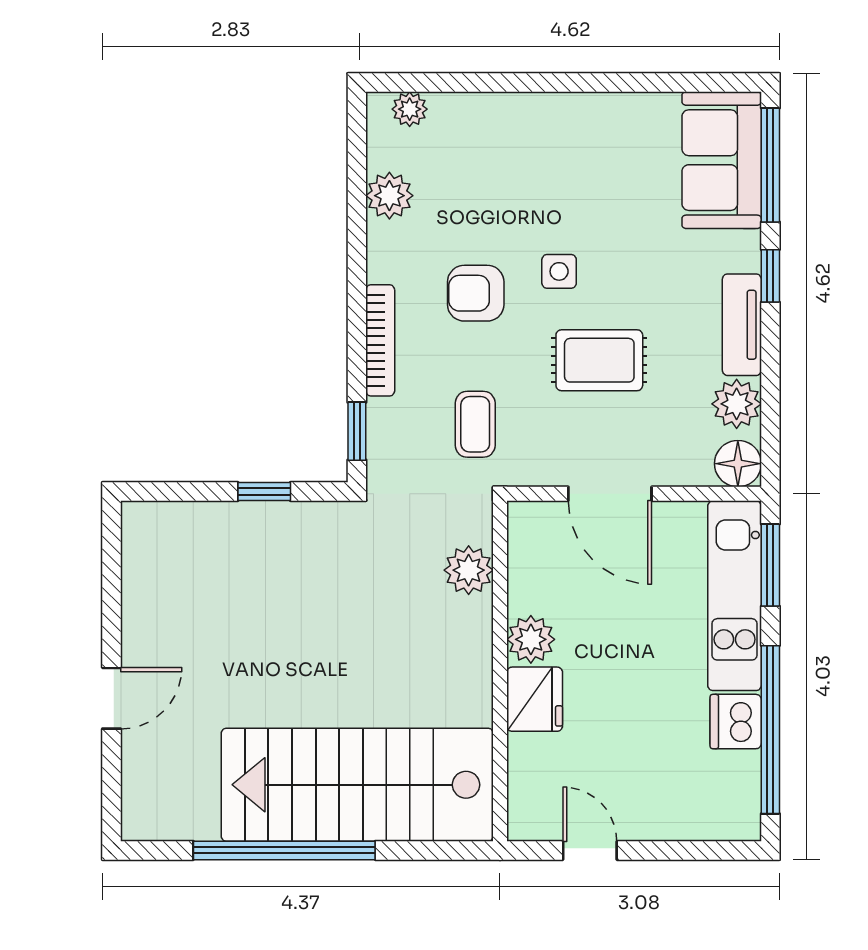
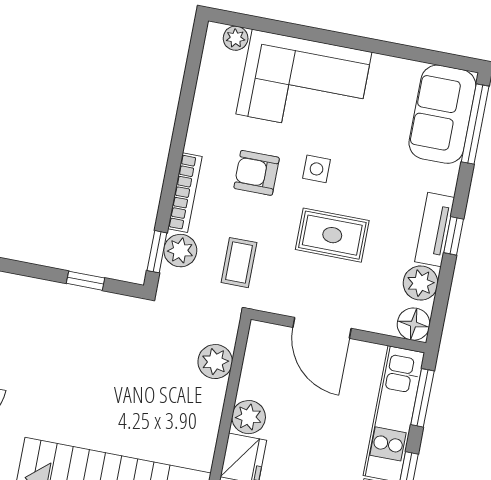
corner sofa: (518, 154) -> (304, 83), added
plant: (389, 196) -> (180, 251), moved
window: (770, 276) -> (454, 236), moved

